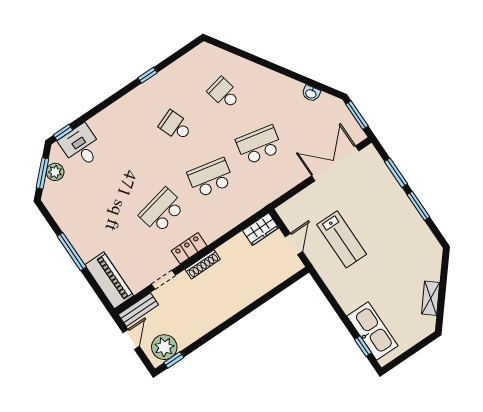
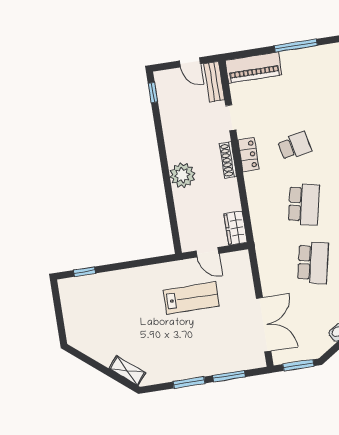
school desk: (162, 211) -> (295, 146), width x0.54
lab bench: (342, 239) -> (191, 298), turned 180
shelving: (431, 298) -> (127, 371), moved
kitchen sink: (372, 331) -> (94, 287), removed
plant: (164, 347) -> (182, 175), moved

